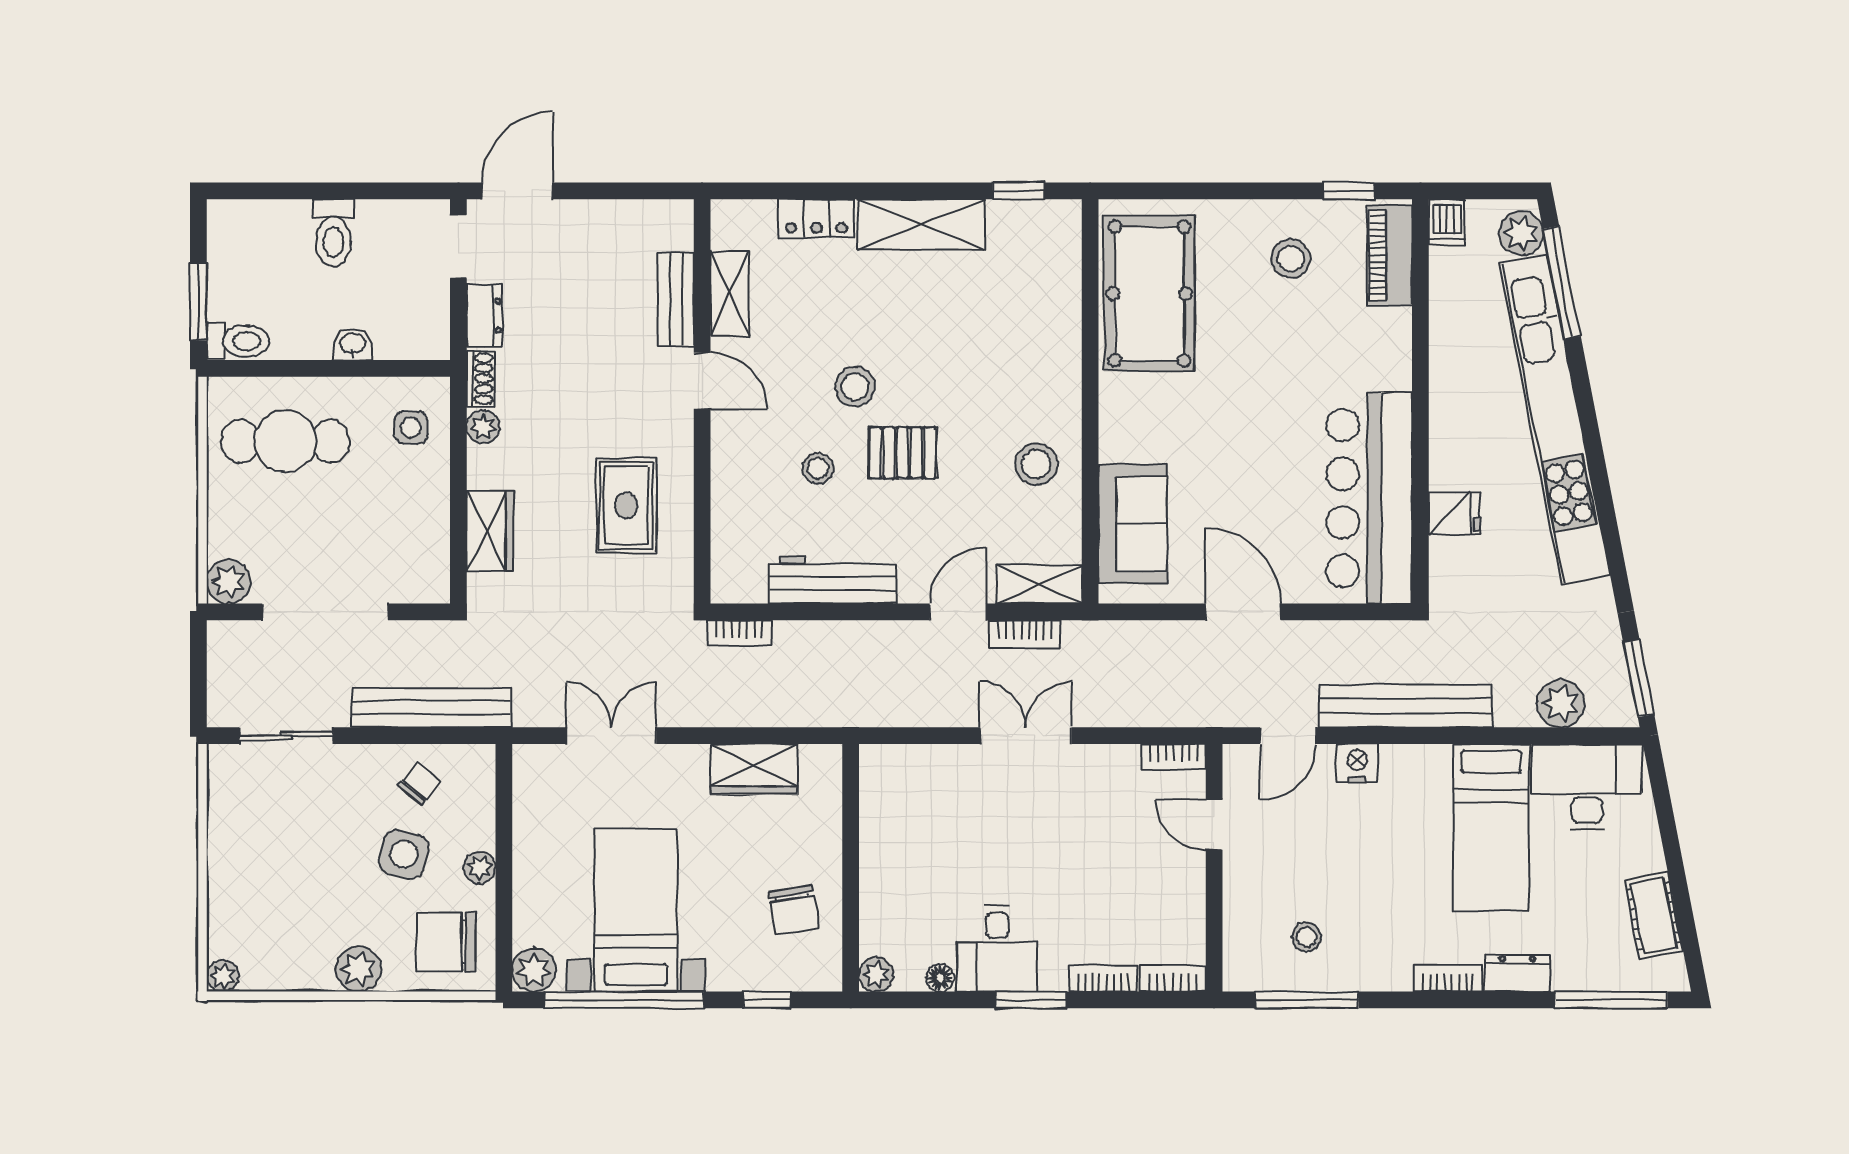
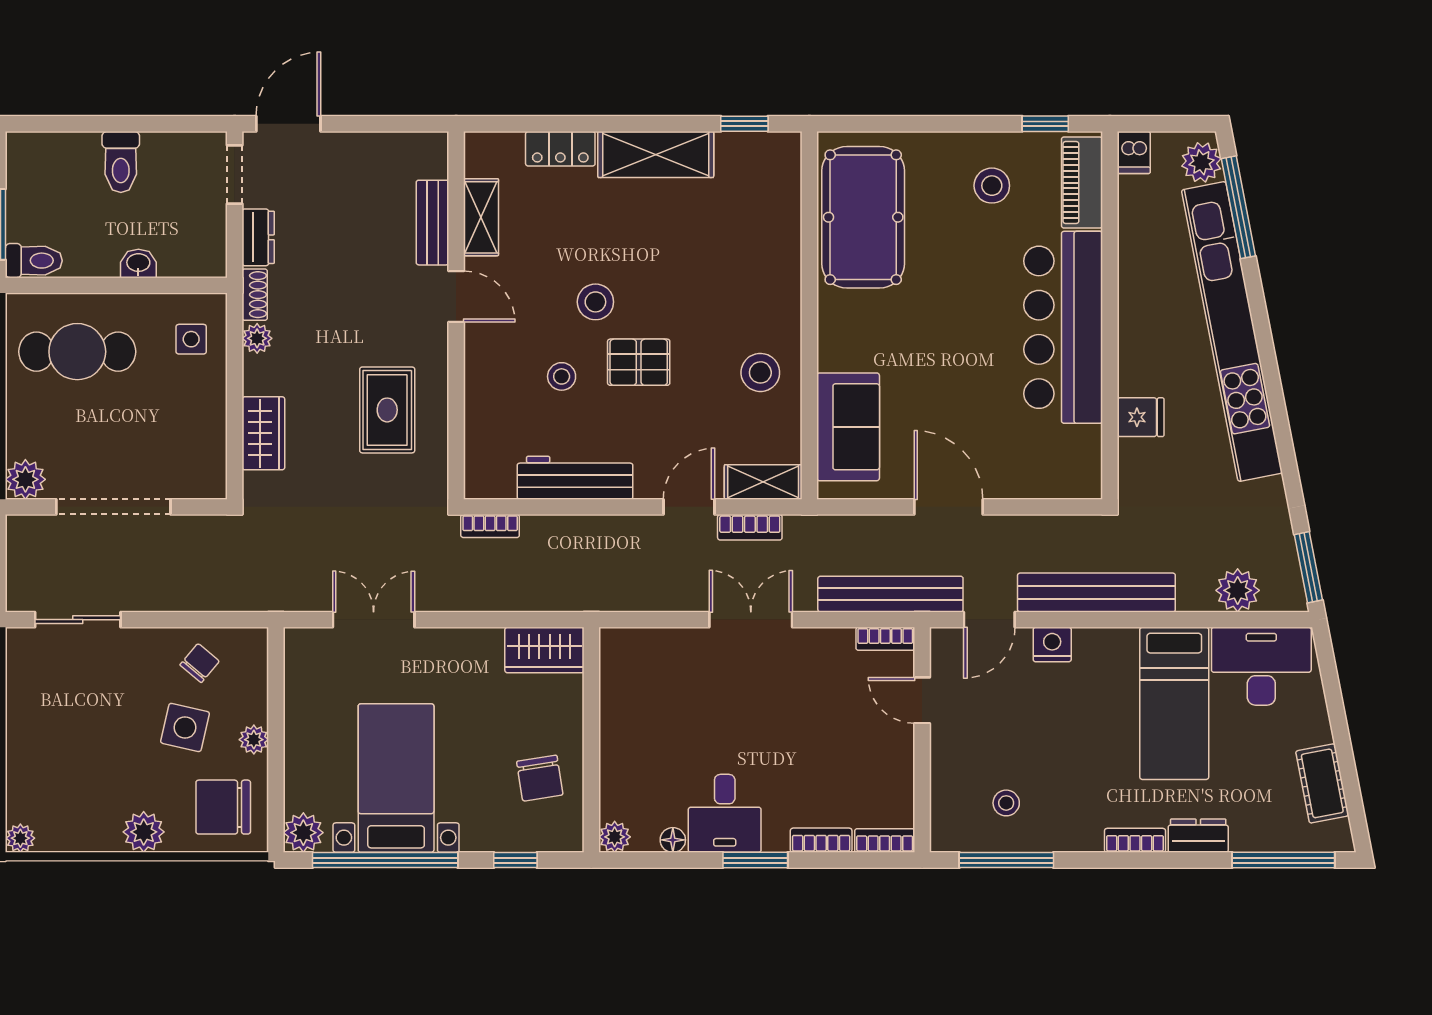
bar counter: (1369, 498) -> (1063, 327), moved
bench: (431, 708) -> (890, 594), moved
wardrobe: (754, 769) -> (544, 650), moved

